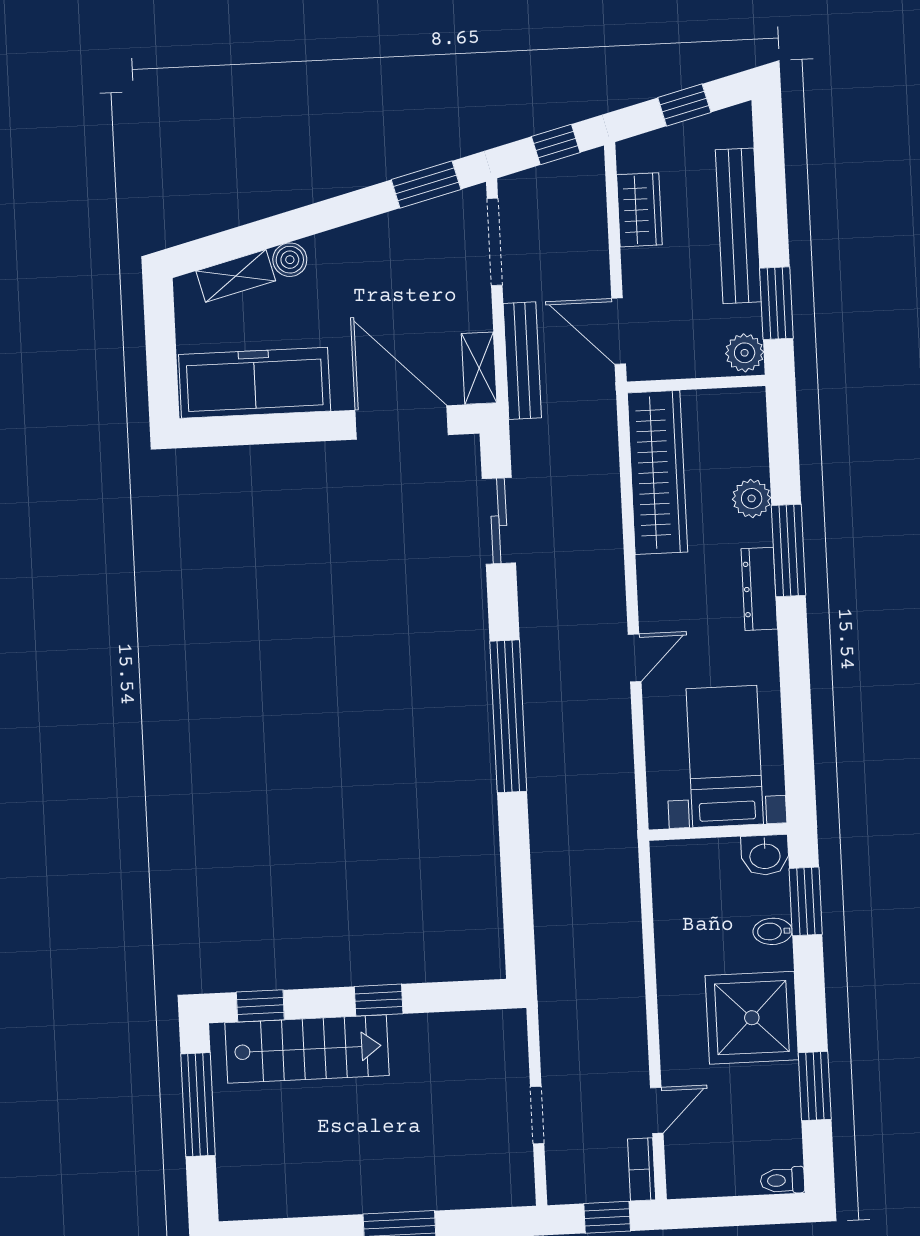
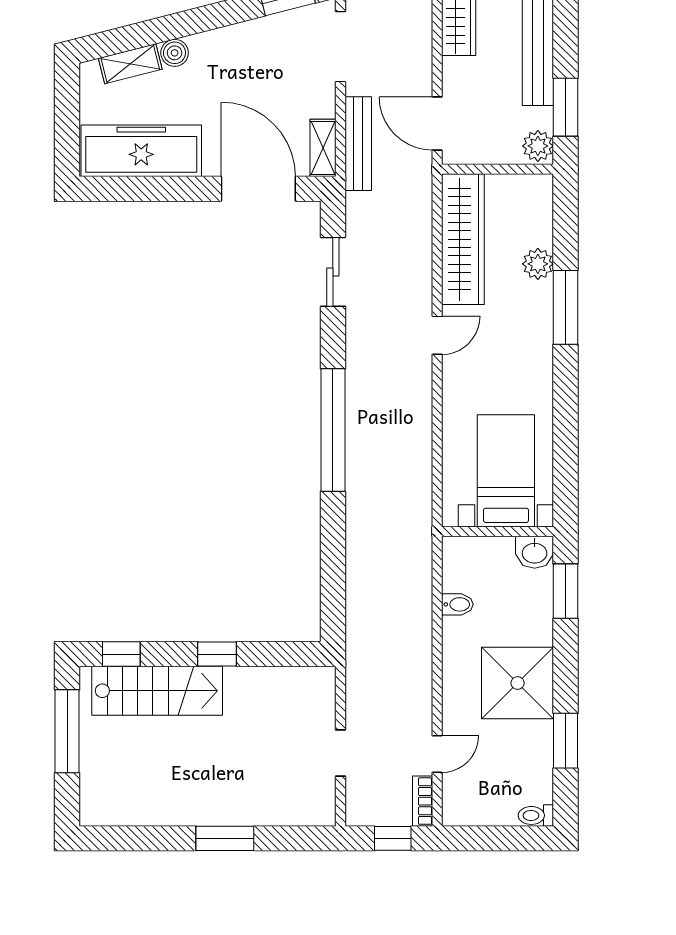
dresser: (759, 589) -> (541, 337), removed
door: (635, 658) -> (437, 335), moved
bidet: (773, 931) -> (457, 604), moved, turned 180

